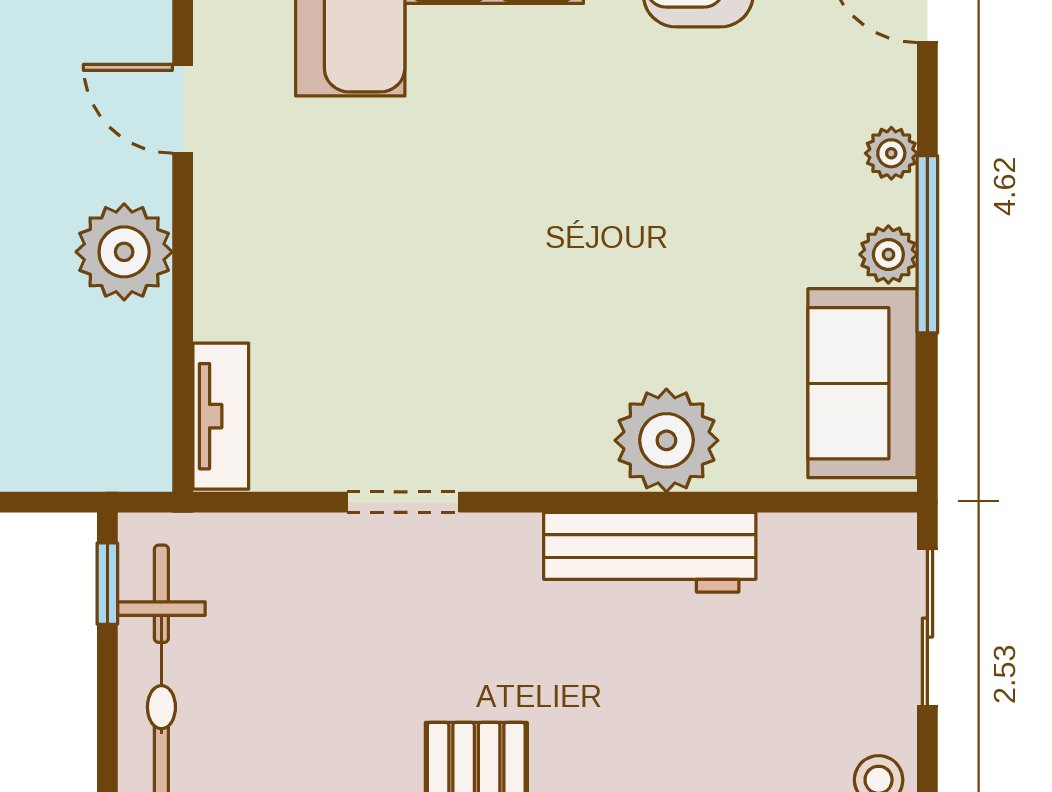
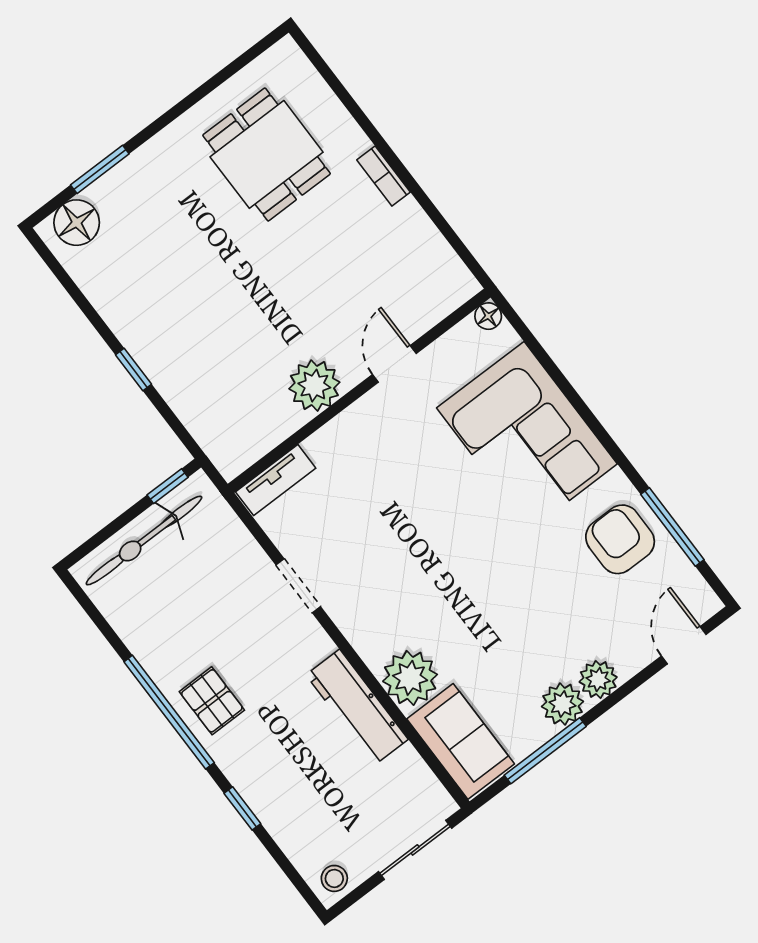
plant: (891, 153) -> (598, 679), width x1.38, depth x1.38
window: (927, 244) -> (545, 751), moved
plant: (888, 254) -> (562, 704), width x1.38, depth x1.38
sofa: (863, 383) -> (461, 741), moved, turned 90

